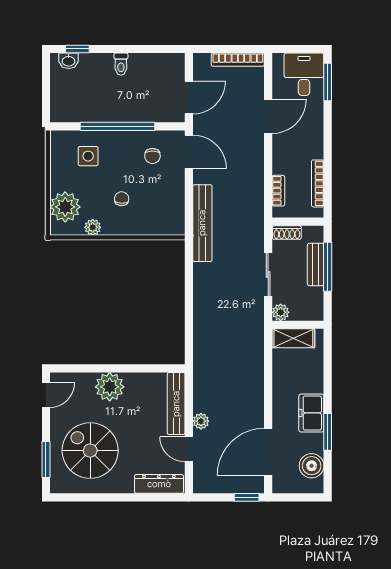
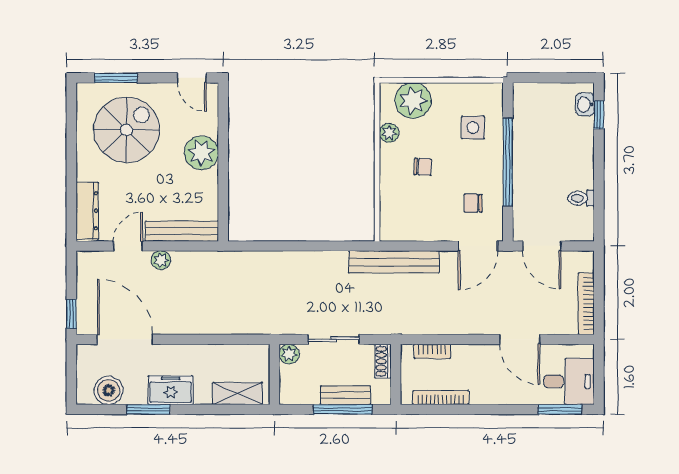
toilet: (121, 64) -> (581, 198), moved
shelving: (293, 338) -> (238, 393), moved, turned 90

